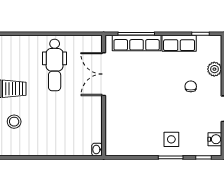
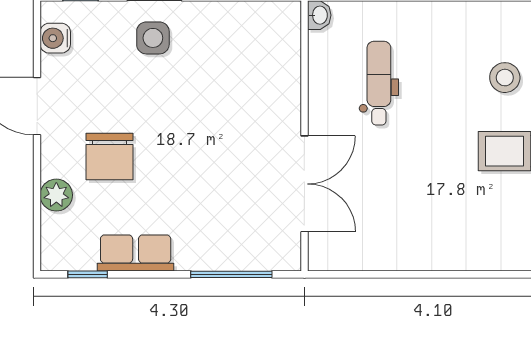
row of seats: (137, 43) -> (231, 254), removed
dental chair: (55, 65) -> (379, 83), moved, width x0.73, depth x0.72
chair: (191, 86) -> (109, 156), width x1.87, depth x1.87

